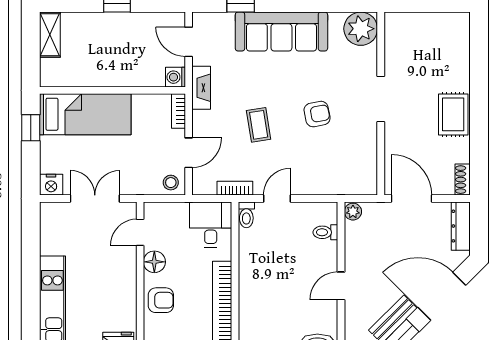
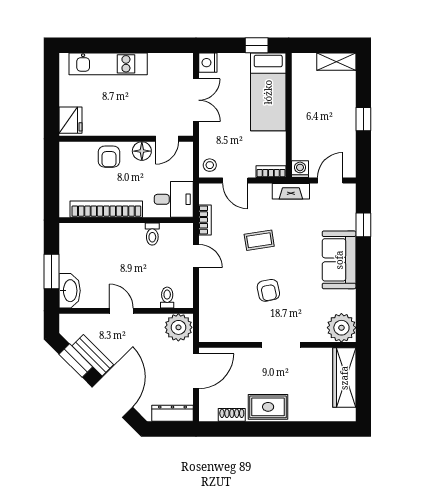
wardrobe: (419, 25) -> (344, 378), added
sofa: (281, 32) -> (339, 260), width x0.73
shoe rack: (463, 180) -> (232, 415), moved
plant: (353, 212) -> (178, 327), width x1.88, depth x1.88
toilet: (246, 215) -> (152, 234), moved, turned -90
door: (140, 232) -> (167, 139), swing flipped

